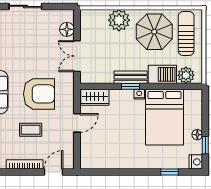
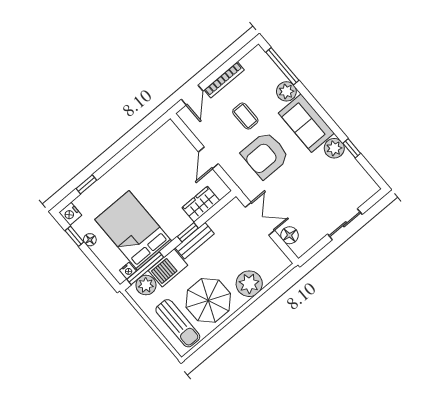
window: (177, 86) -> (145, 268), added
nightstand: (139, 94) -> (128, 271), moved
wardrobe: (95, 97) -> (201, 204), moved
coffee table: (31, 130) -> (245, 116), turned 90

